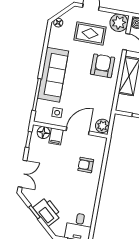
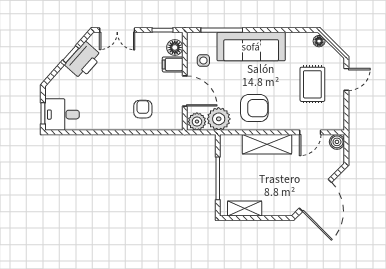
plant: (119, 23) -> (219, 119), moved
armchair: (103, 66) -> (254, 108), moved
printer: (47, 212) -> (83, 60), moved

